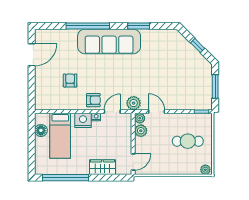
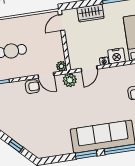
window: (139, 26) -> (86, 155), moved
armchair: (93, 100) -> (32, 87), moved, turned 180
plant: (141, 131) -> (59, 54), removed

